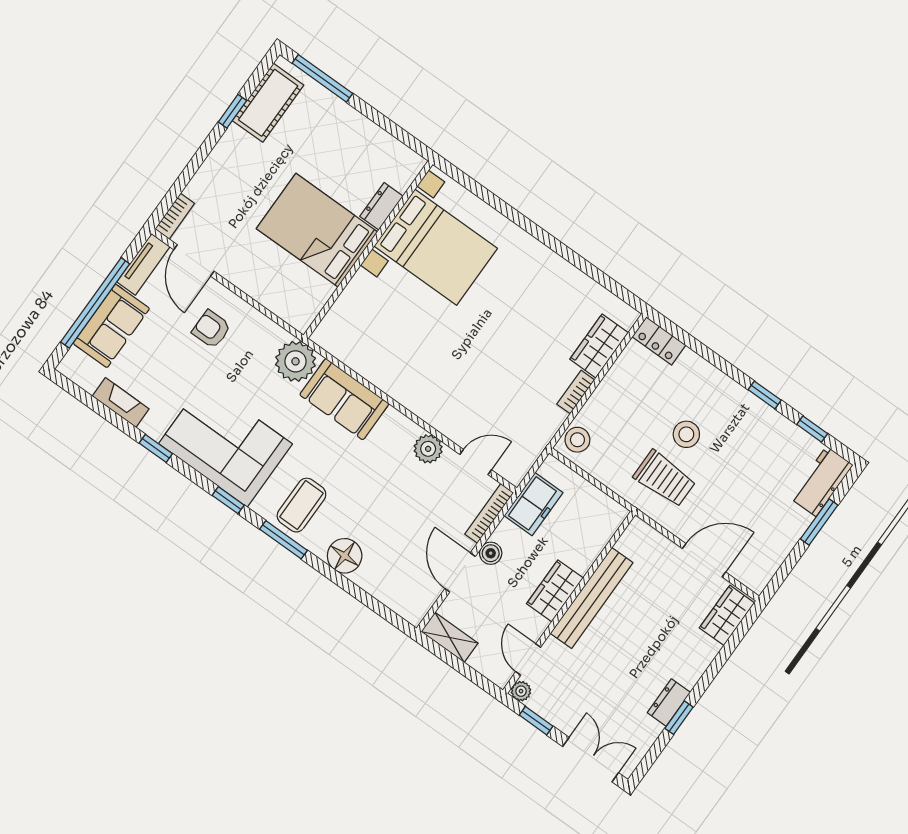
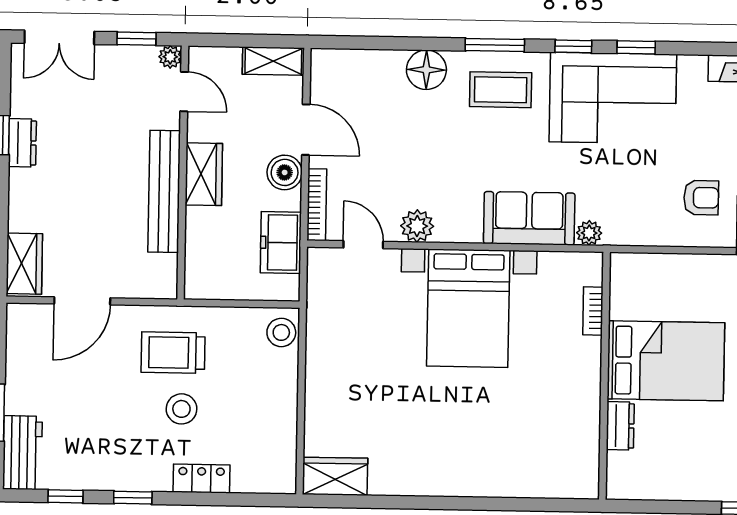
bed with nightstands: (436, 247) -> (468, 308), moved, turned -90
locker: (659, 341) -> (201, 478), moved
wardrobe: (599, 346) -> (335, 476), moved, turned -90
plant: (295, 361) -> (589, 233), width x0.53, depth x0.53
bookcase: (576, 392) -> (593, 311), moved, turned 180
window: (156, 448) -> (636, 47), moved
door: (476, 462) -> (363, 245), swing flipped
coffee table: (301, 505) -> (501, 90), turned 90
boiler: (491, 553) -> (285, 172), width x1.36, depth x1.36

